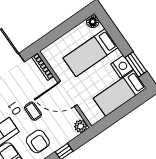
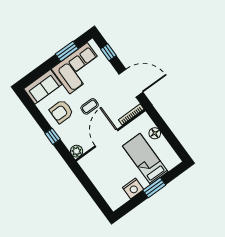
floor lamp: (93, 22) -> (155, 133), moved
window: (136, 64) -> (154, 188), moved
bed: (120, 93) -> (108, 187), removed

